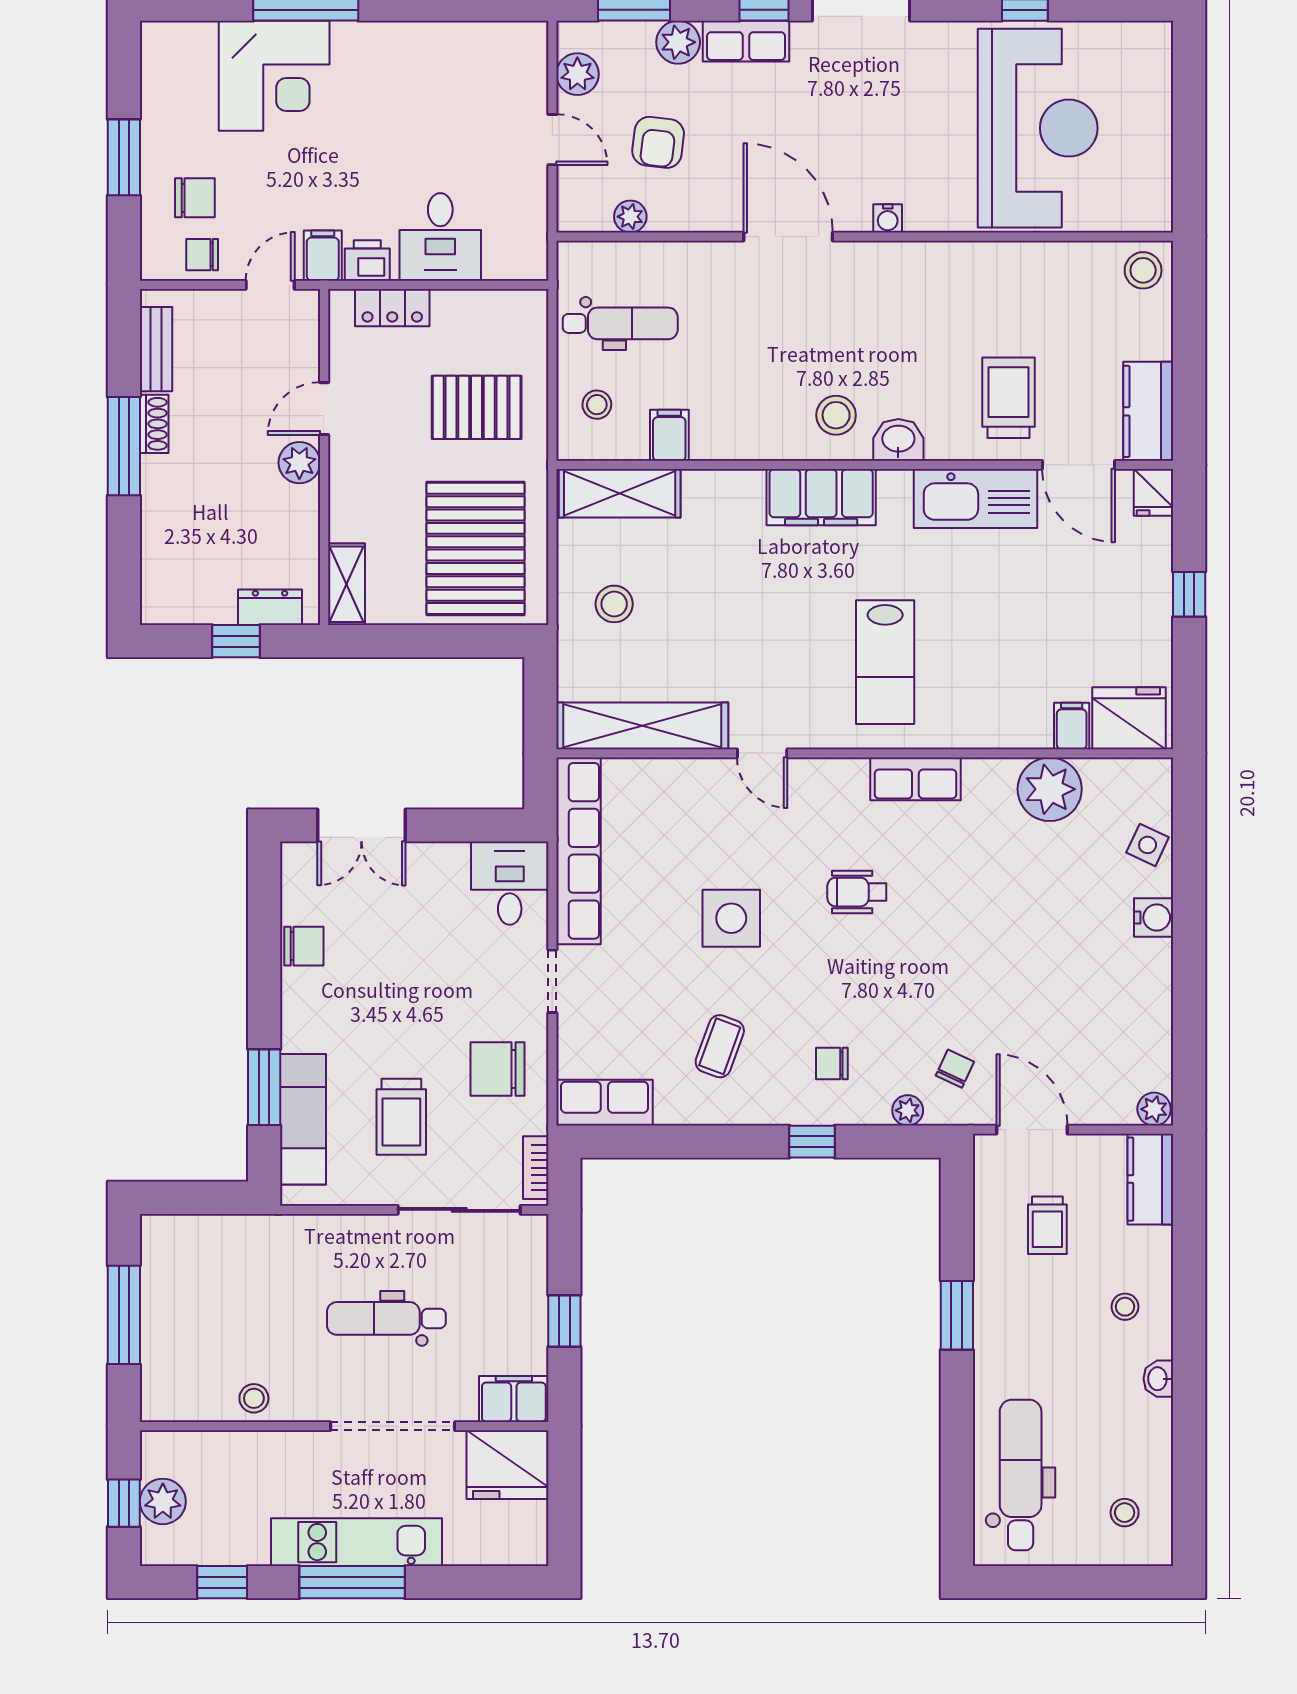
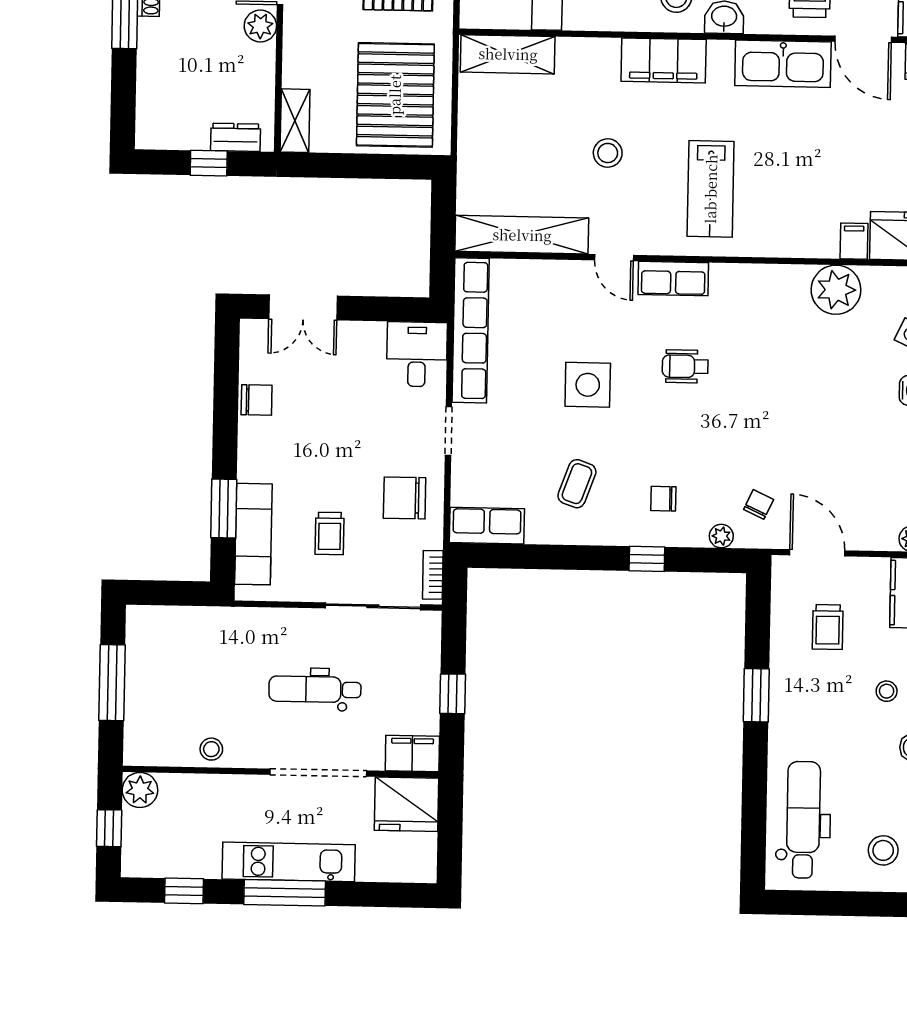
stool: (614, 604) -> (608, 153), moved
row of seats: (915, 779) -> (673, 279), moved
trolley: (401, 1117) -> (330, 533), width x0.73, depth x0.72
plant: (163, 1501) -> (140, 790), moved
stool: (1125, 1513) -> (883, 850), width x1.37, depth x1.37

